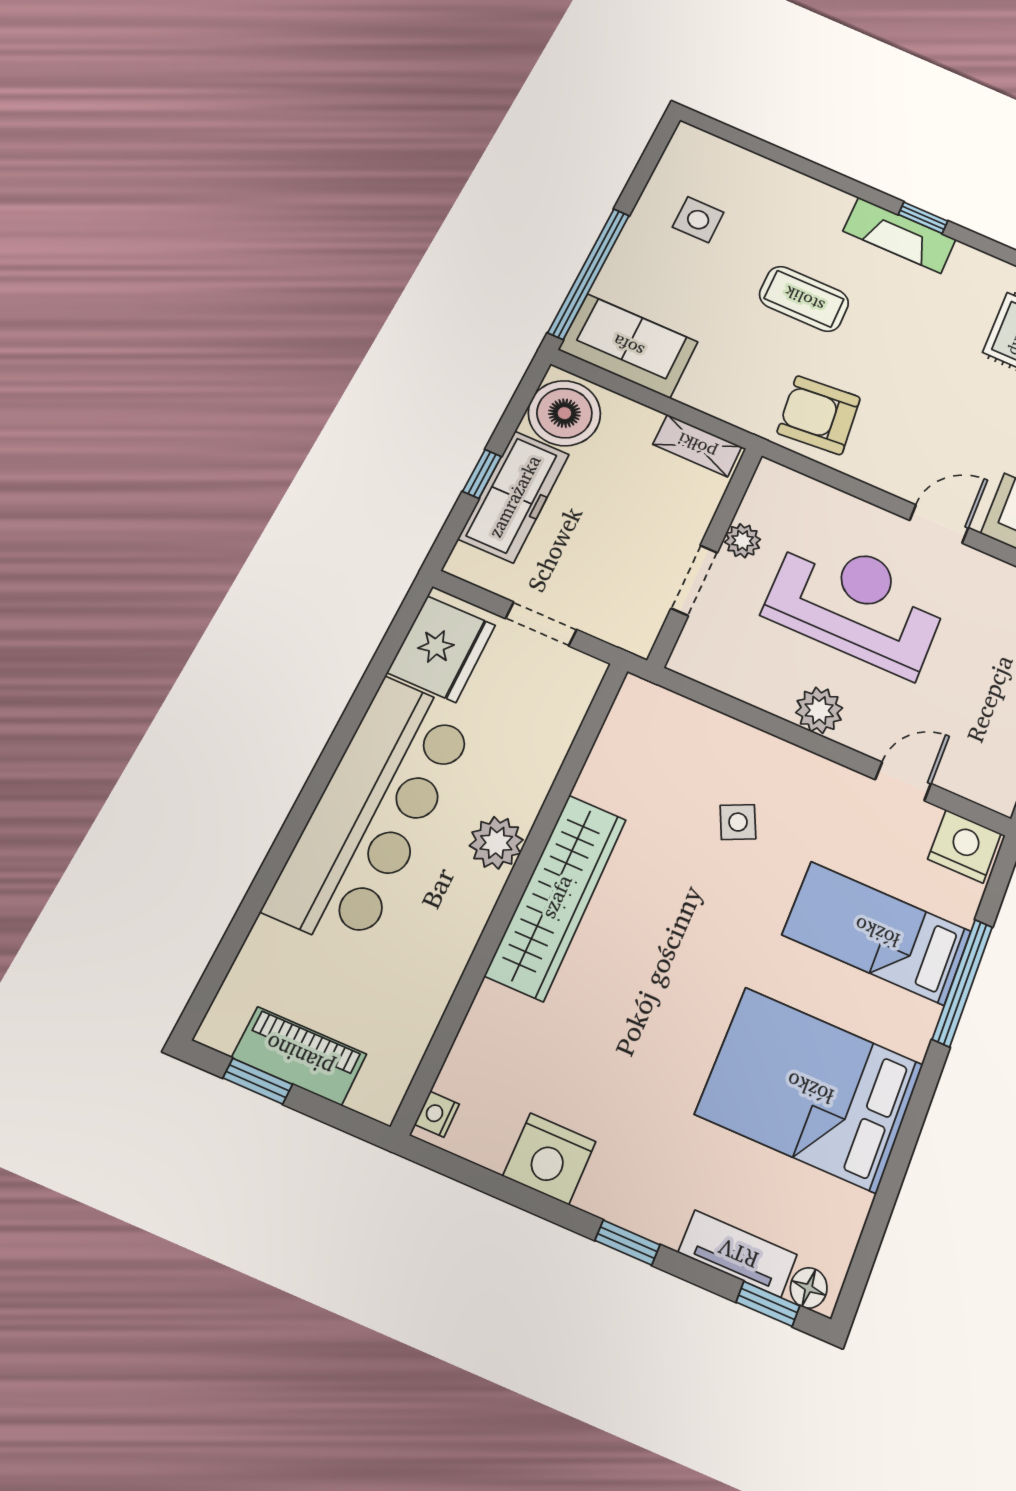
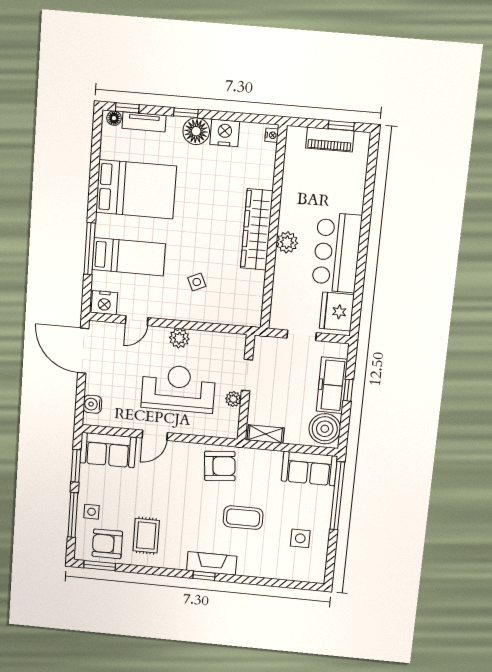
reception desk: (856, 603) -> (178, 388), turned 180
bar counter: (373, 812) -> (337, 252), width x0.73
floor lamp: (618, 1186) -> (196, 131), added

